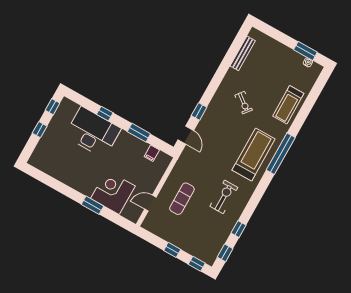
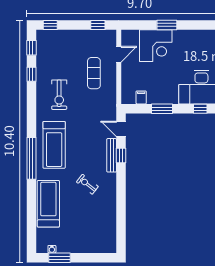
bench: (243, 53) -> (112, 155), moved
treadmill: (288, 105) -> (48, 204), width x1.37, depth x1.38
window: (172, 250) -> (98, 25), moved

